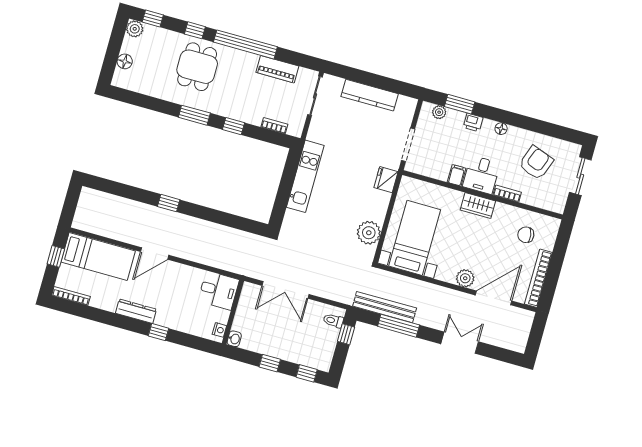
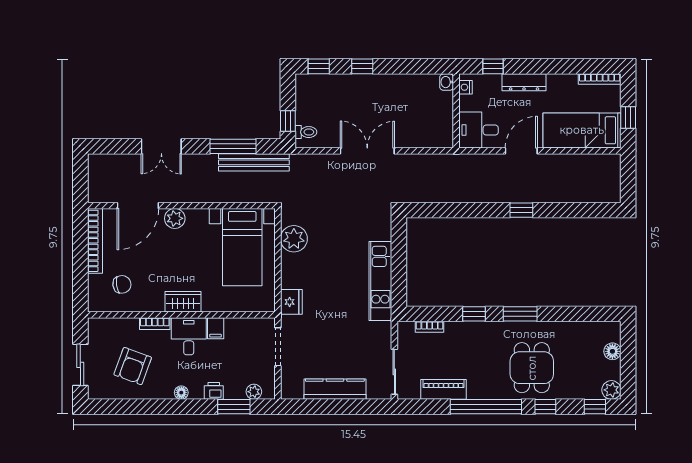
desk: (219, 290) -> (479, 130), moved
wall: (233, 312) -> (456, 111), moved
nightstand: (219, 330) -> (465, 87), moved
washbasin: (234, 339) -> (447, 82), moved

